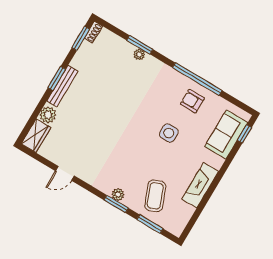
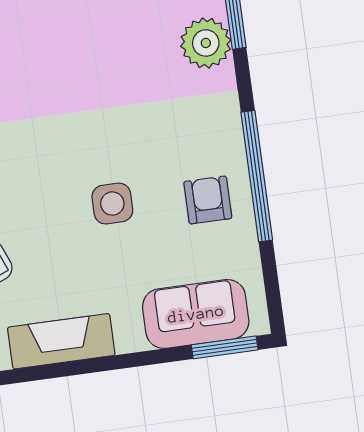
plant: (139, 54) -> (206, 43), width x1.88, depth x1.88
window: (244, 134) -> (225, 347), width x1.50

